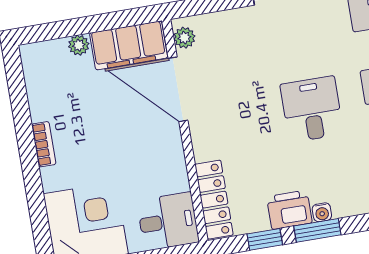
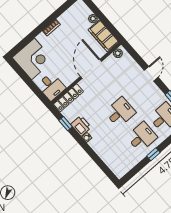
door: (178, 89) -> (91, 69), moved
window: (317, 230) -> (80, 140), removed

